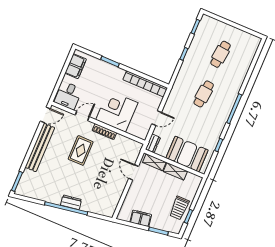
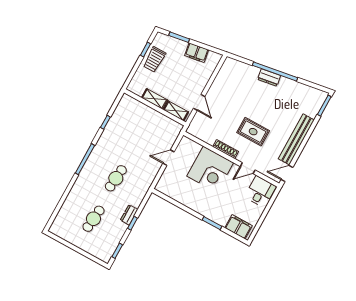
filing cabinet: (76, 66) -> (239, 227), moved, turned 90
bookcase: (145, 84) -> (177, 196), removed
dresser: (153, 143) -> (129, 215), moved
rug: (81, 150) -> (253, 132), turned 90
booth: (187, 154) -> (140, 116), removed
trolley: (179, 208) -> (154, 59), turned 180

